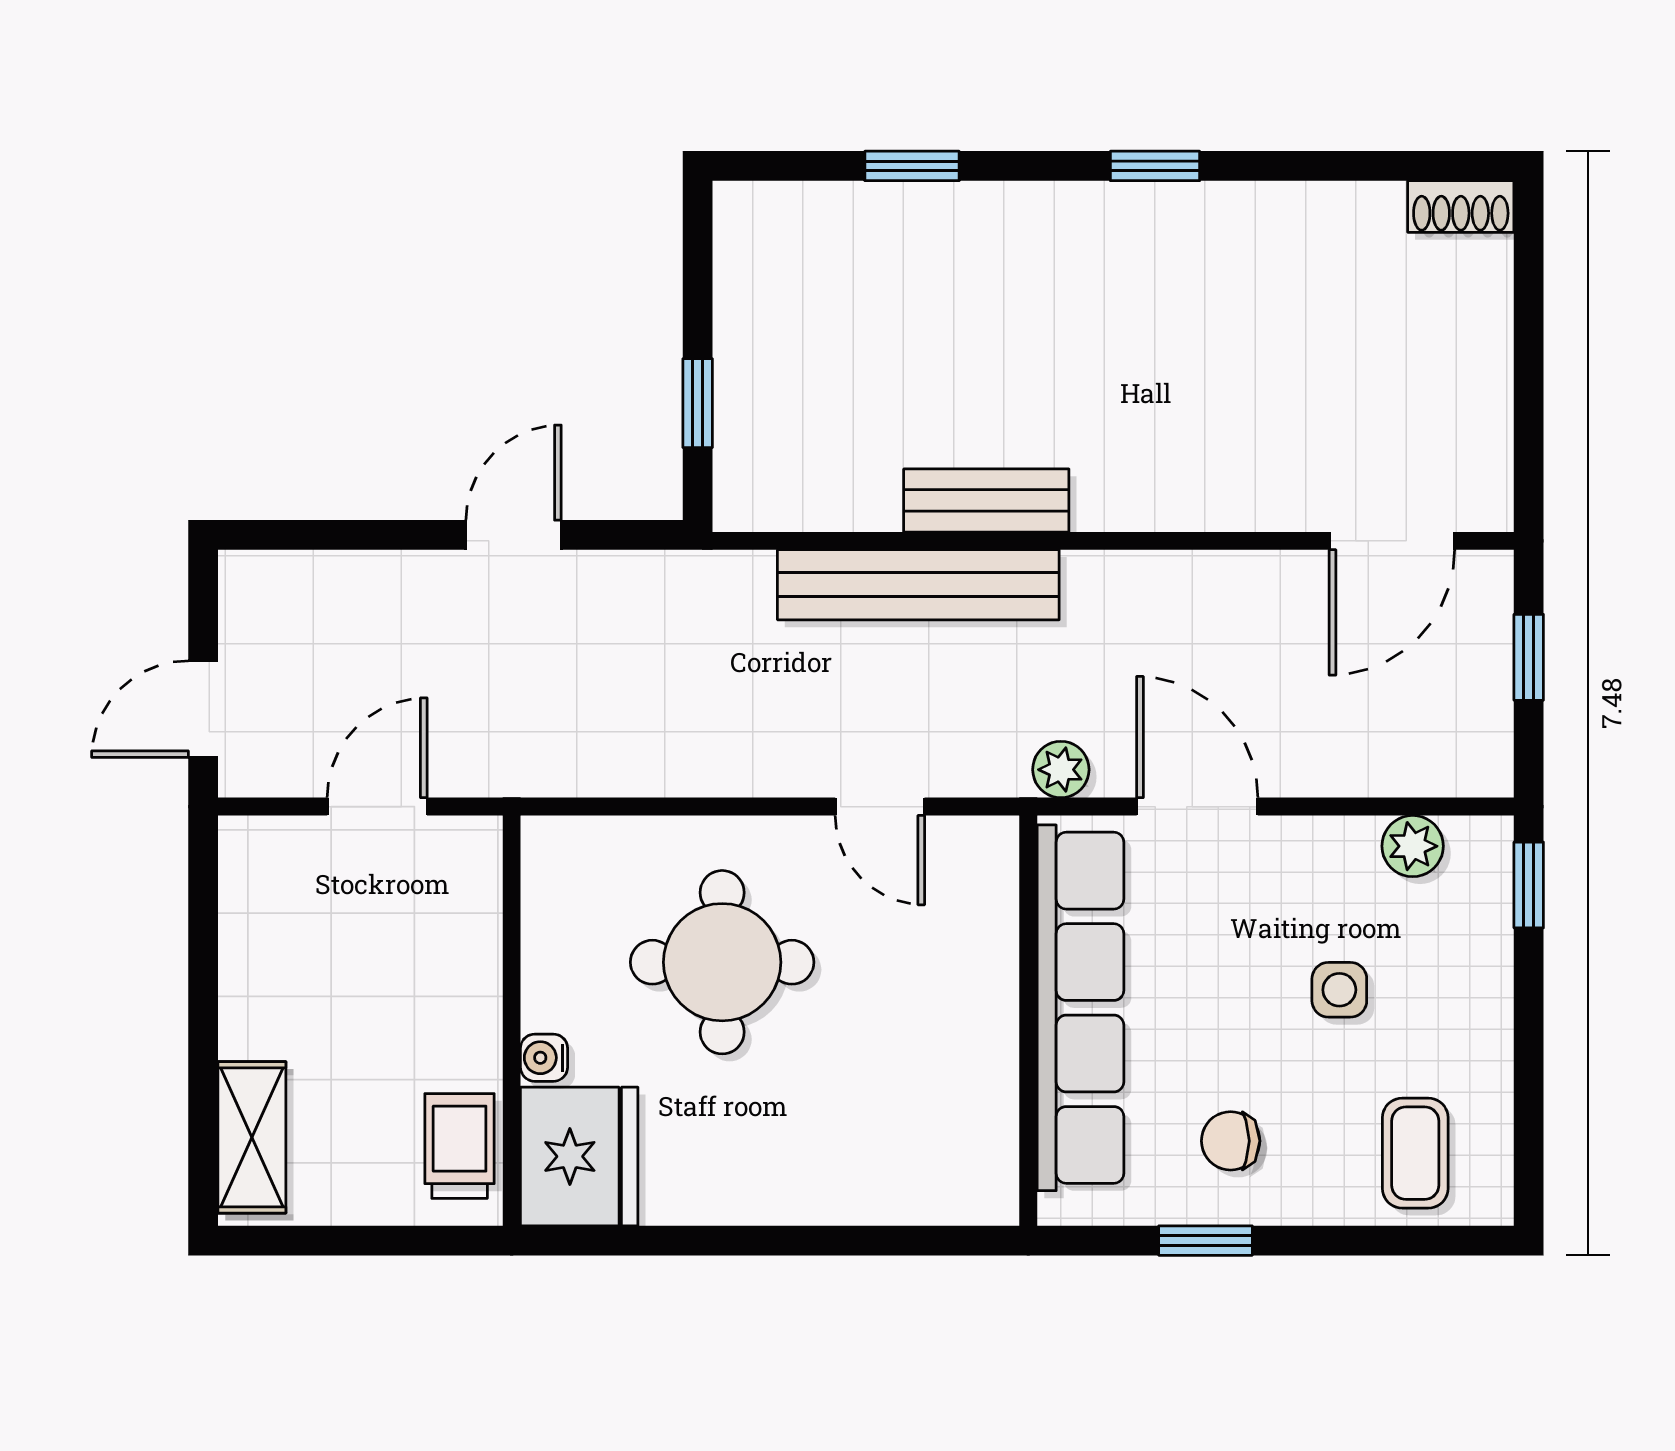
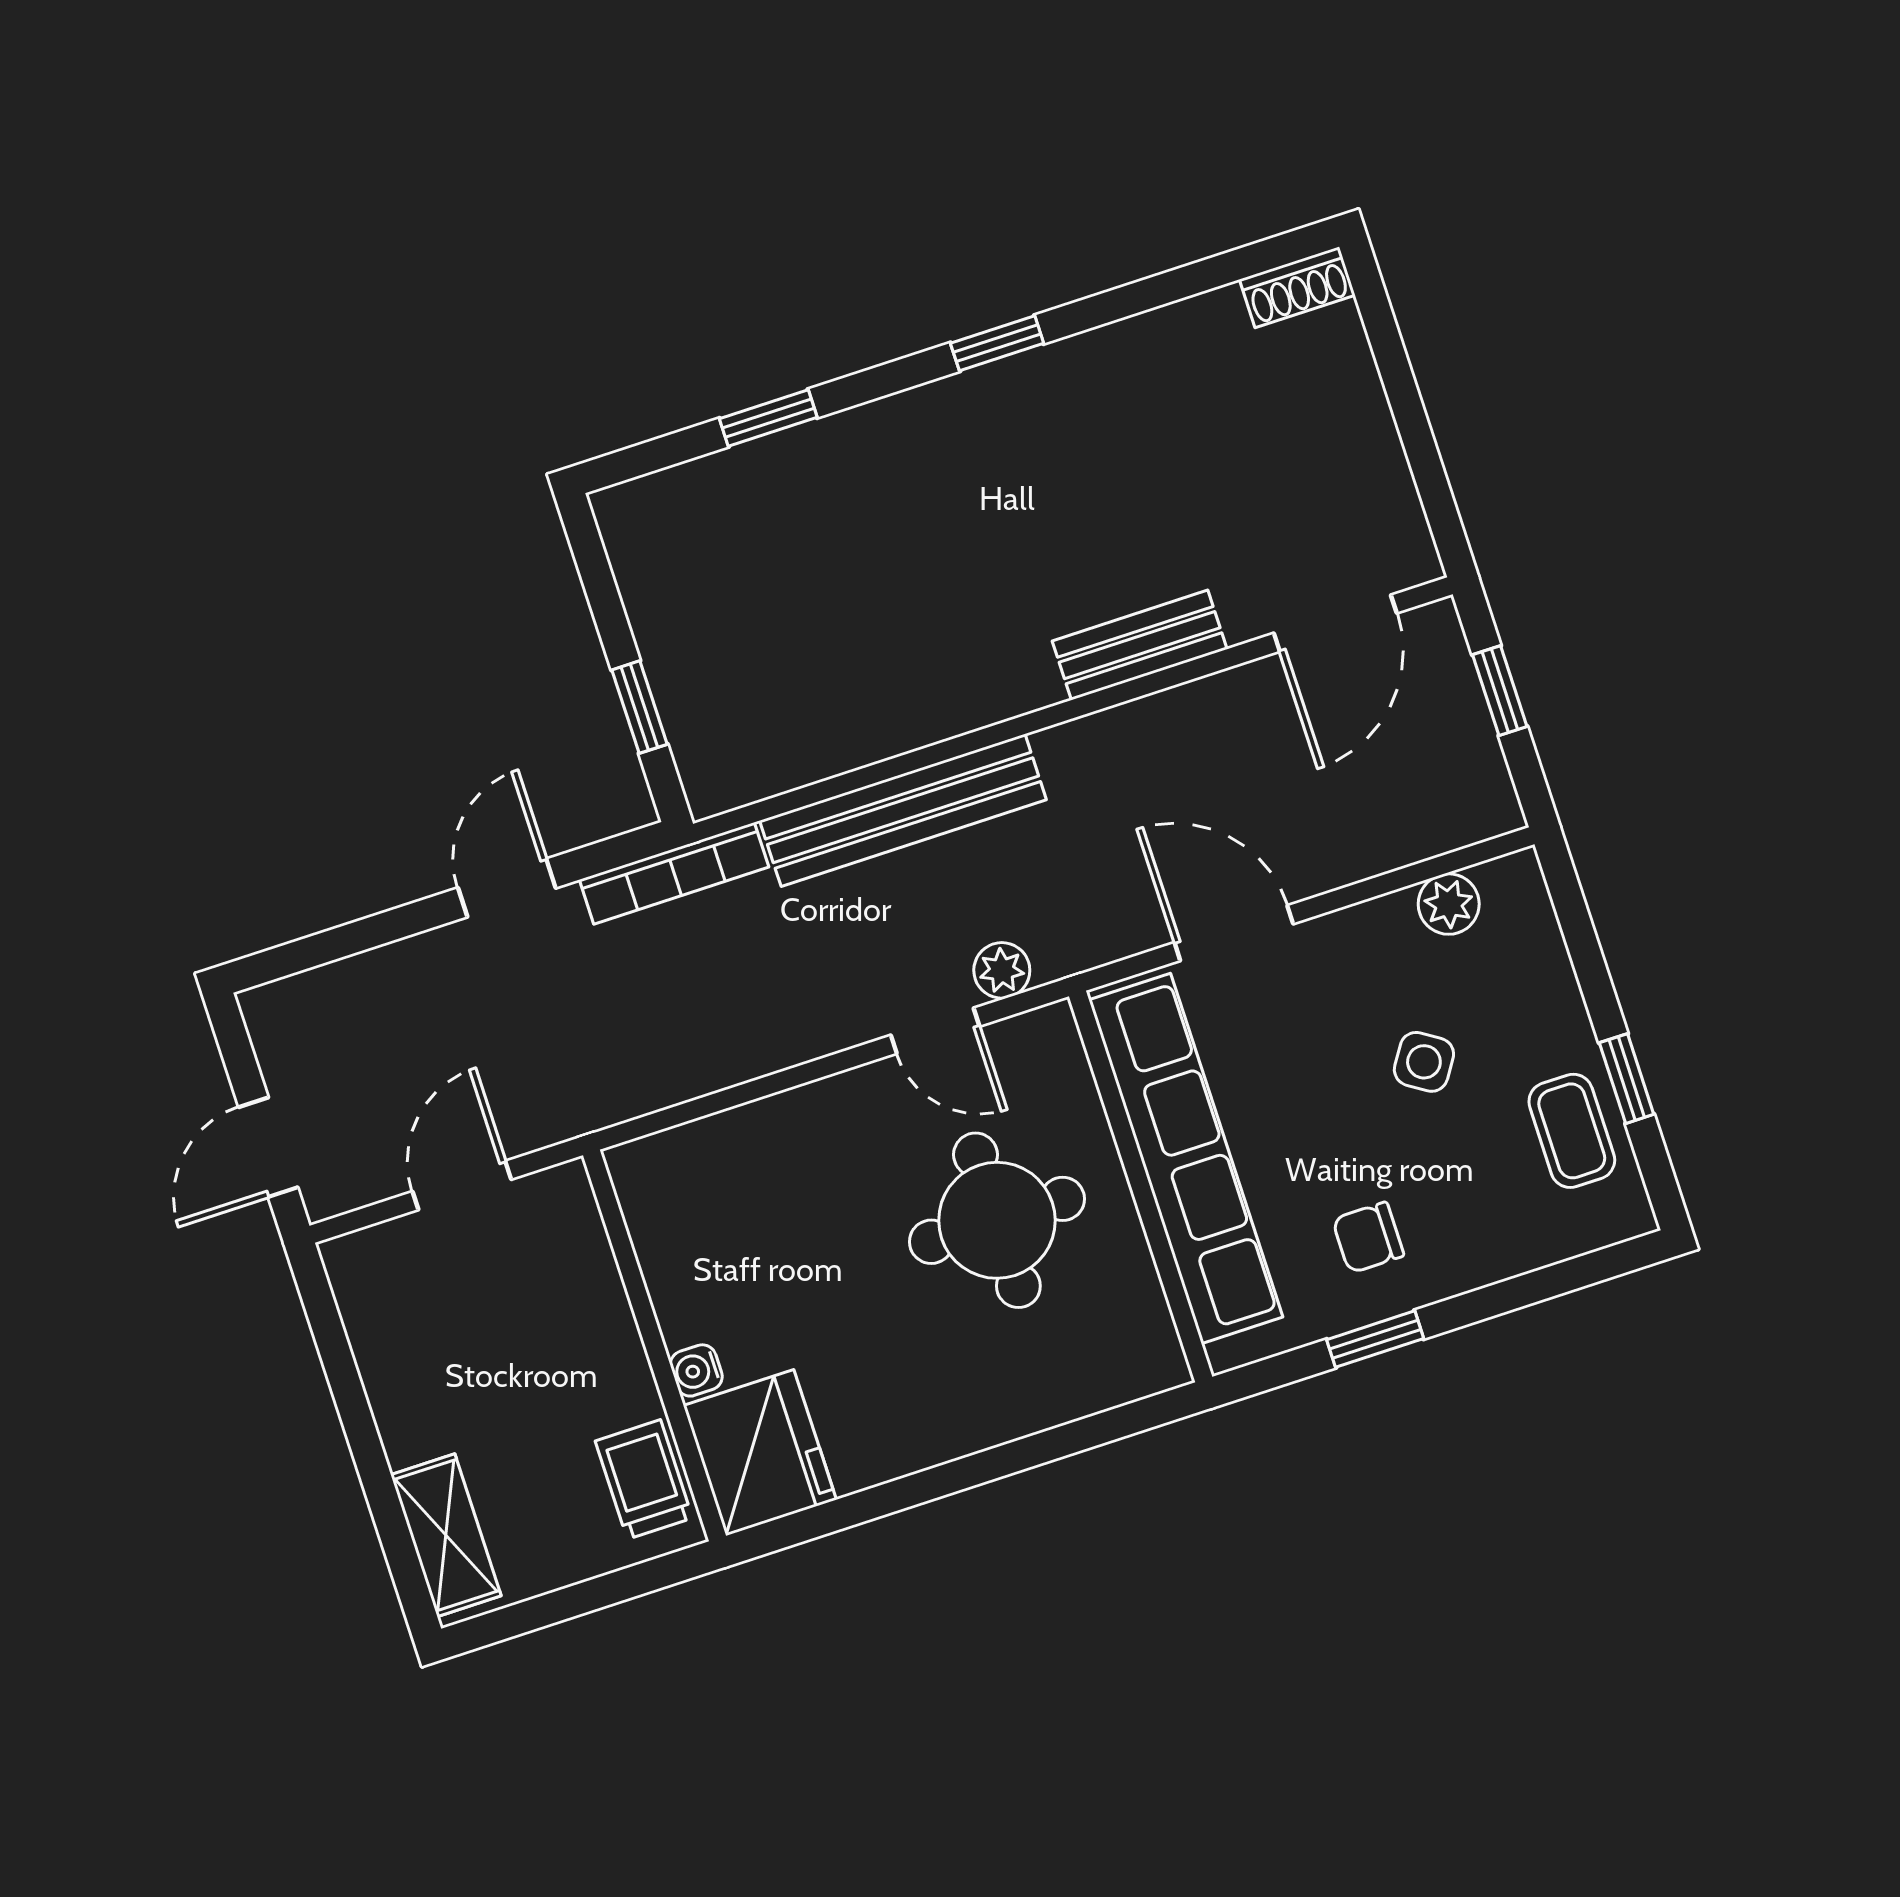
bench: (986, 500) -> (1140, 645), moved
bookcase: (679, 573) -> (674, 873), added
plant: (1061, 770) -> (1002, 970), moved
window: (1529, 885) -> (1627, 1079), moved
round table: (722, 962) -> (997, 1220), moved
side table: (1339, 990) -> (1424, 1062), turned 33
coffee table: (1415, 1153) -> (1572, 1131), moved

